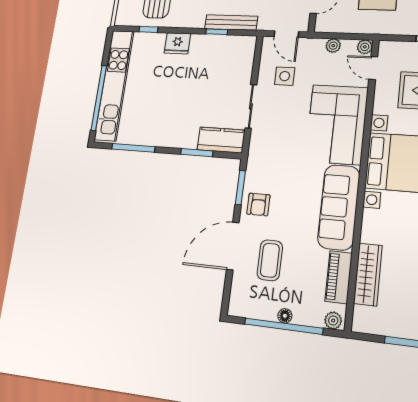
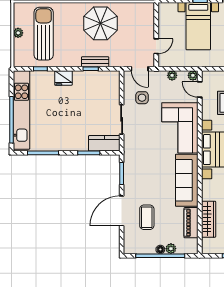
bench: (231, 22) -> (95, 62), width x0.73
armchair: (258, 204) -> (135, 183), removed
plant: (333, 321) -> (171, 249), moved

